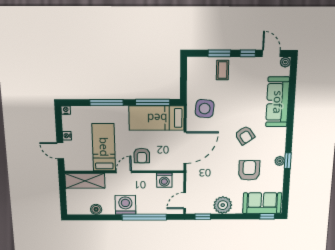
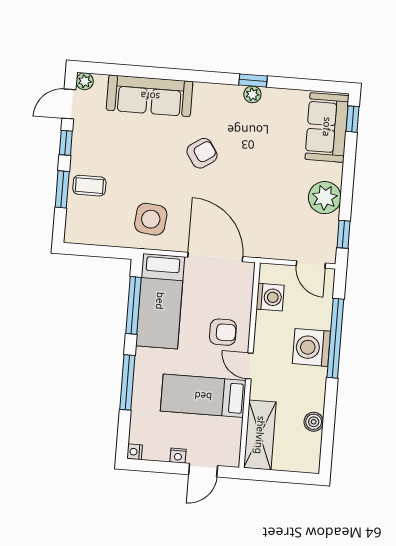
armchair: (249, 170) -> (265, 148), removed
washing machine: (125, 205) -> (311, 347), moved

